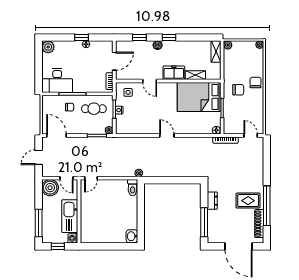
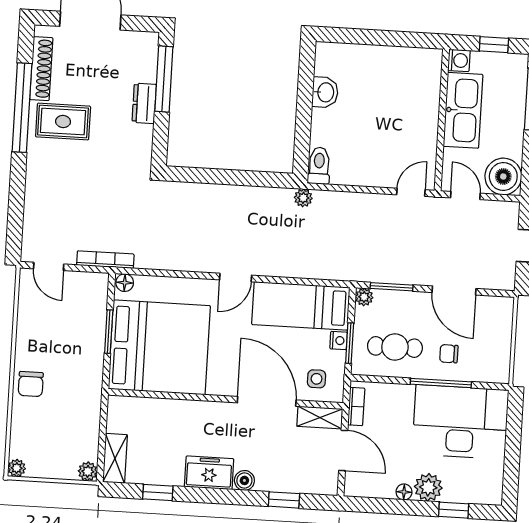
window: (81, 37) -> (454, 510), moved
window: (169, 37) -> (158, 493), moved
plant: (48, 47) -> (428, 487), moved
door: (114, 61) -> (343, 450), swing flipped
freezer: (174, 73) -> (209, 473), moved, turned 180
shelving: (195, 75) -> (320, 418), moved
desk: (57, 81) -> (460, 422), width x1.36, depth x1.30
door: (150, 81) -> (267, 401), width x1.88
chair: (238, 90) -> (70, 370), removed
bed: (199, 97) -> (159, 347), width x1.36
bed: (137, 125) -> (301, 306), added
door: (57, 135) -> (454, 291), moved
door: (167, 135) -> (236, 278), hinge flipped
dresser: (212, 201) -> (144, 103), moved
washbasin: (132, 236) -> (325, 92), moved

